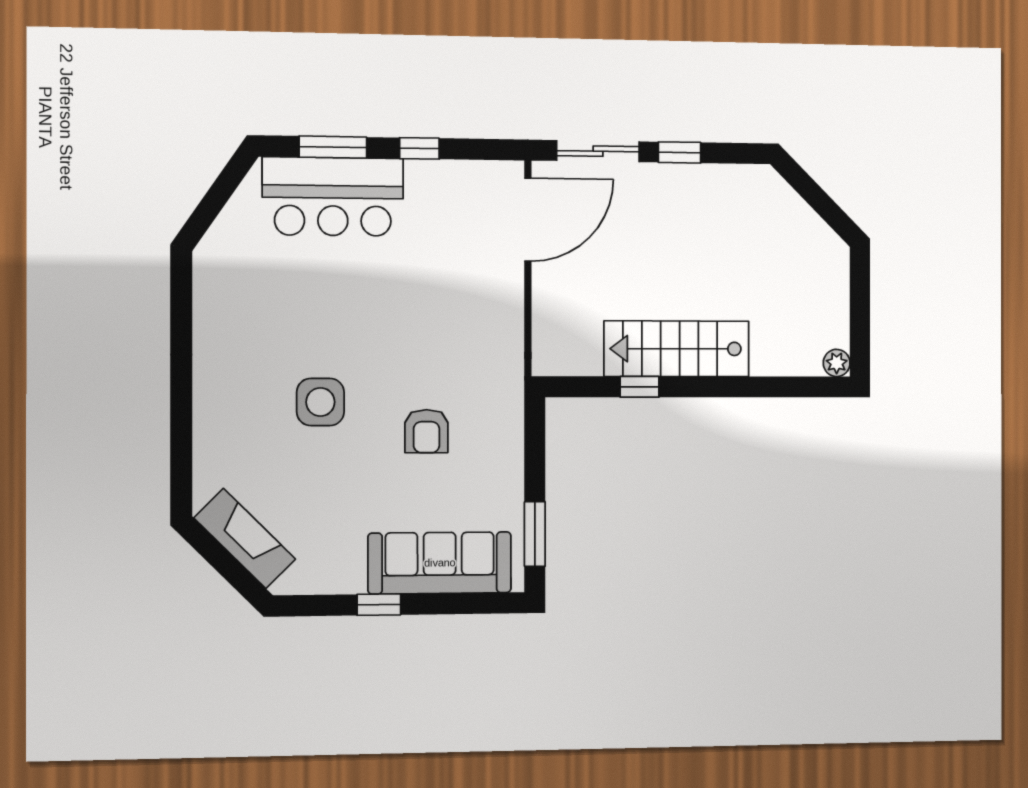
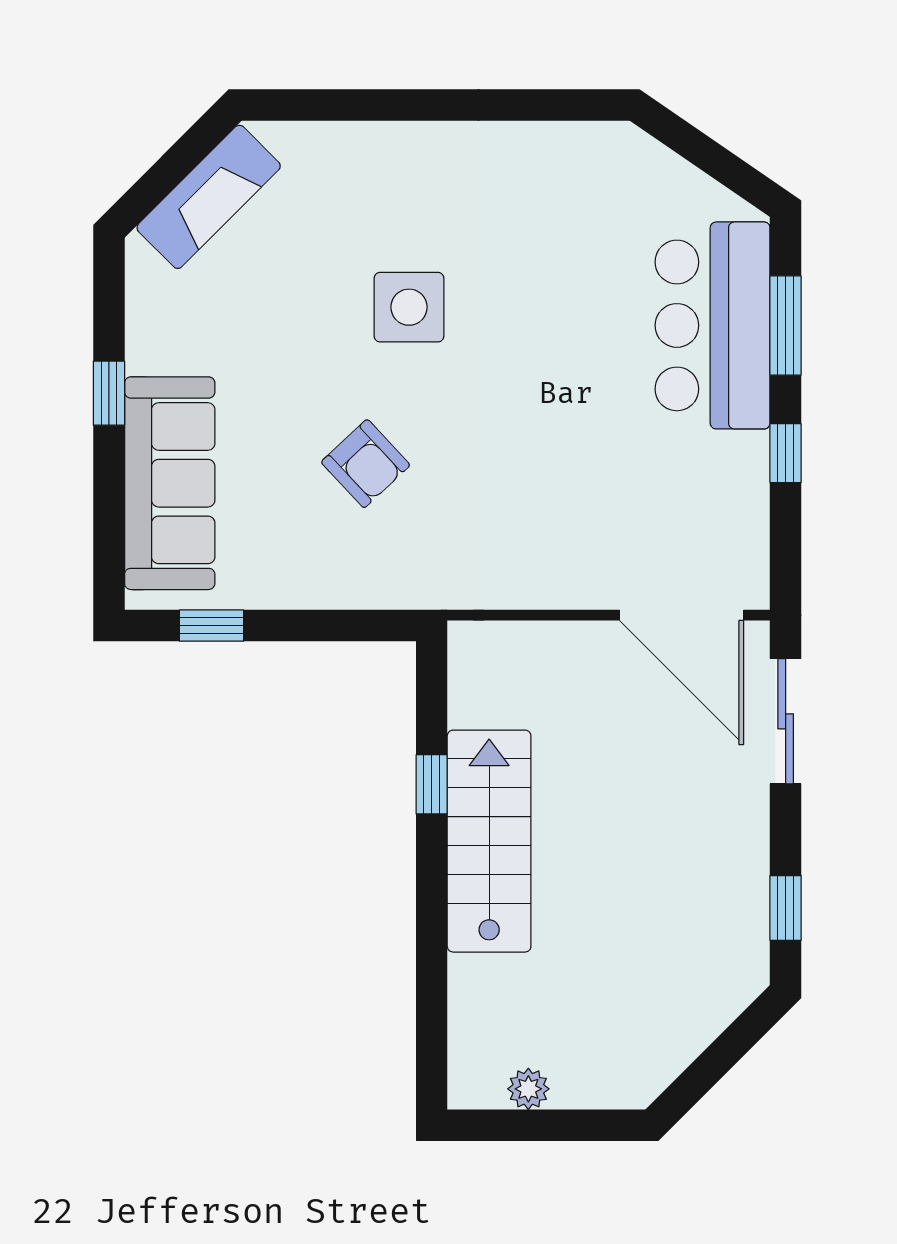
window: (680, 152) -> (786, 908), moved
plant: (837, 363) -> (528, 1089), moved
armchair: (426, 431) -> (366, 464), turned -133
window: (535, 534) -> (211, 626), width x0.67

